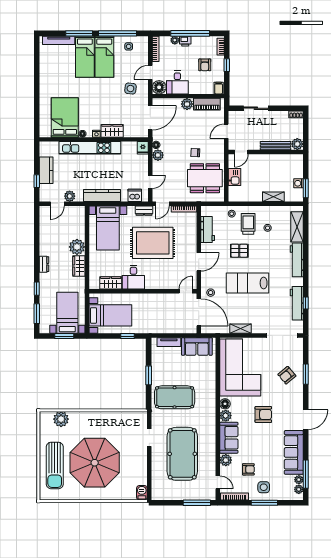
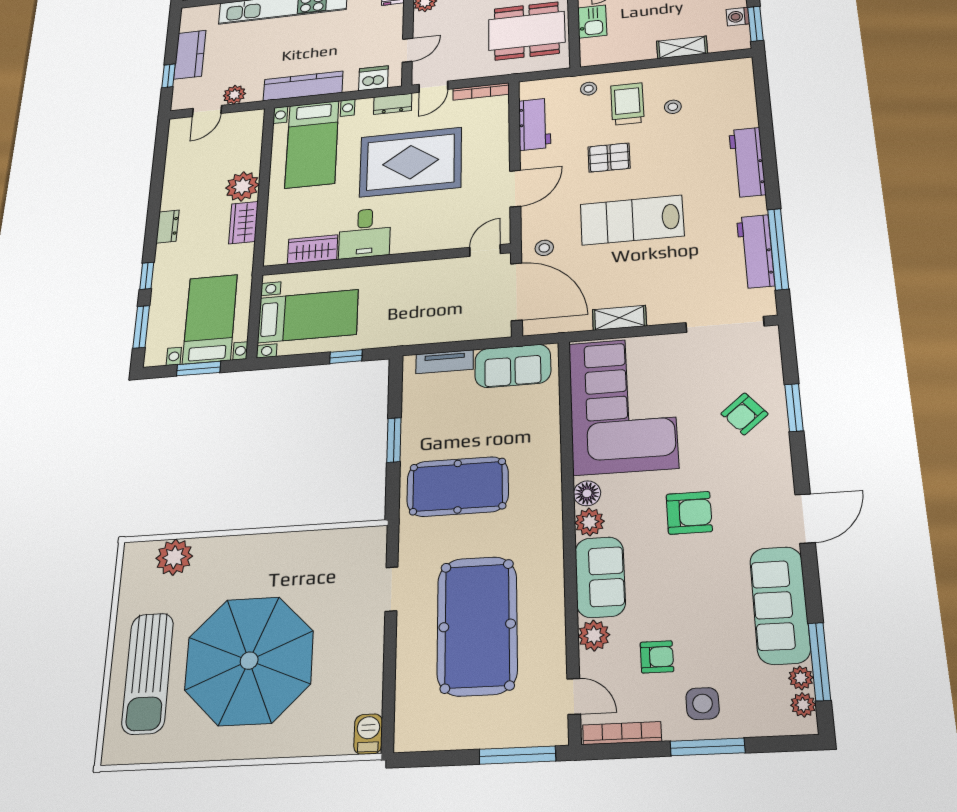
shelving: (297, 227) -> (742, 98), removed
window: (306, 303) -> (778, 249), width x3.17

